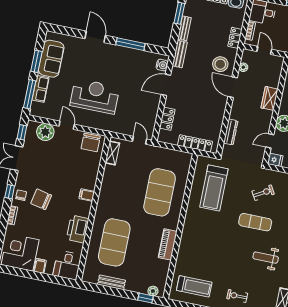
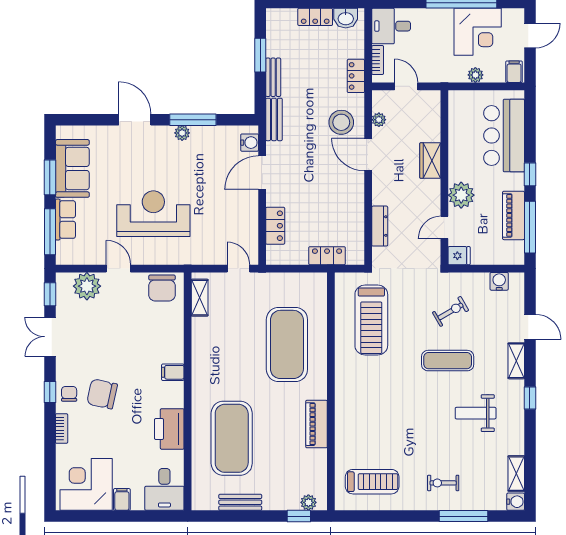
plant: (122, 51) -> (182, 133), added
locker: (195, 143) -> (327, 256), width x0.66

